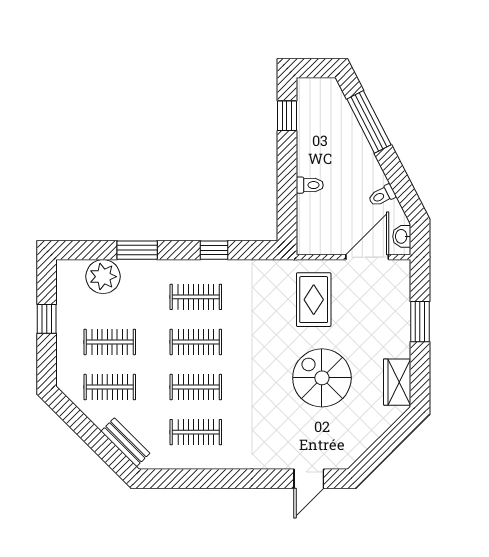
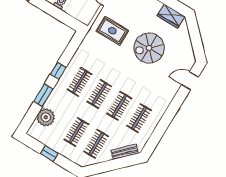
window: (214, 250) -> (58, 71), moved
door: (309, 479) -> (190, 81), swing flipped

